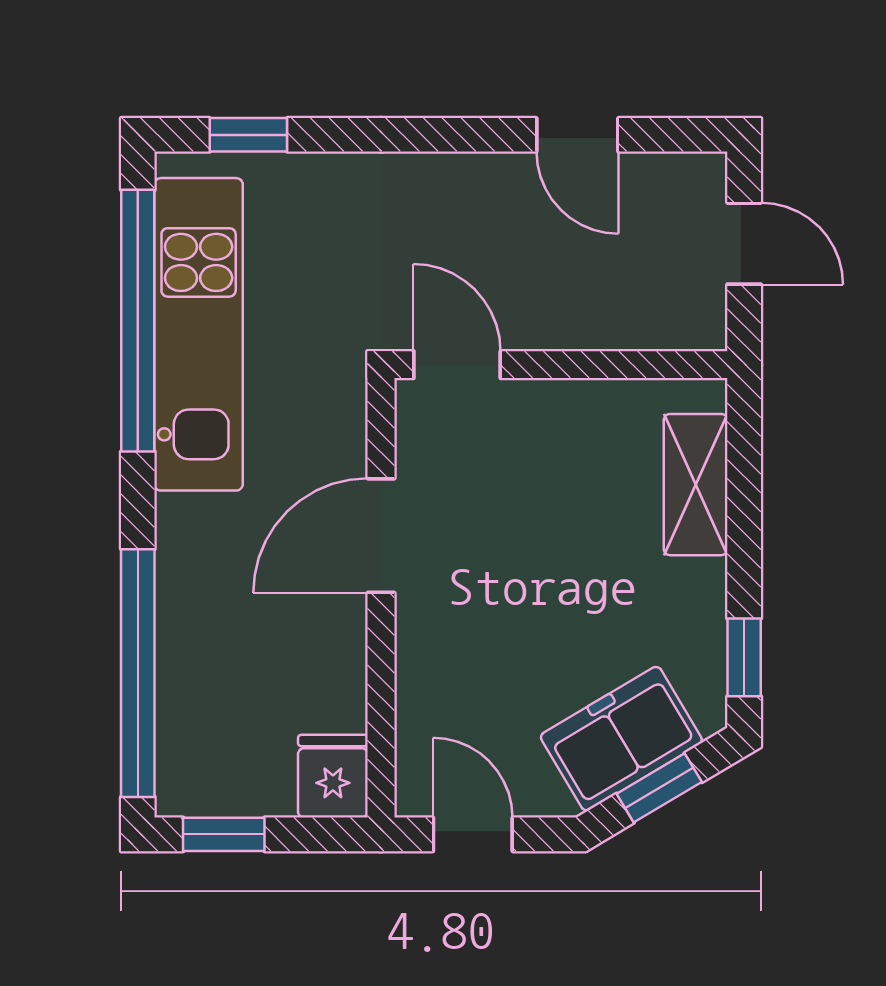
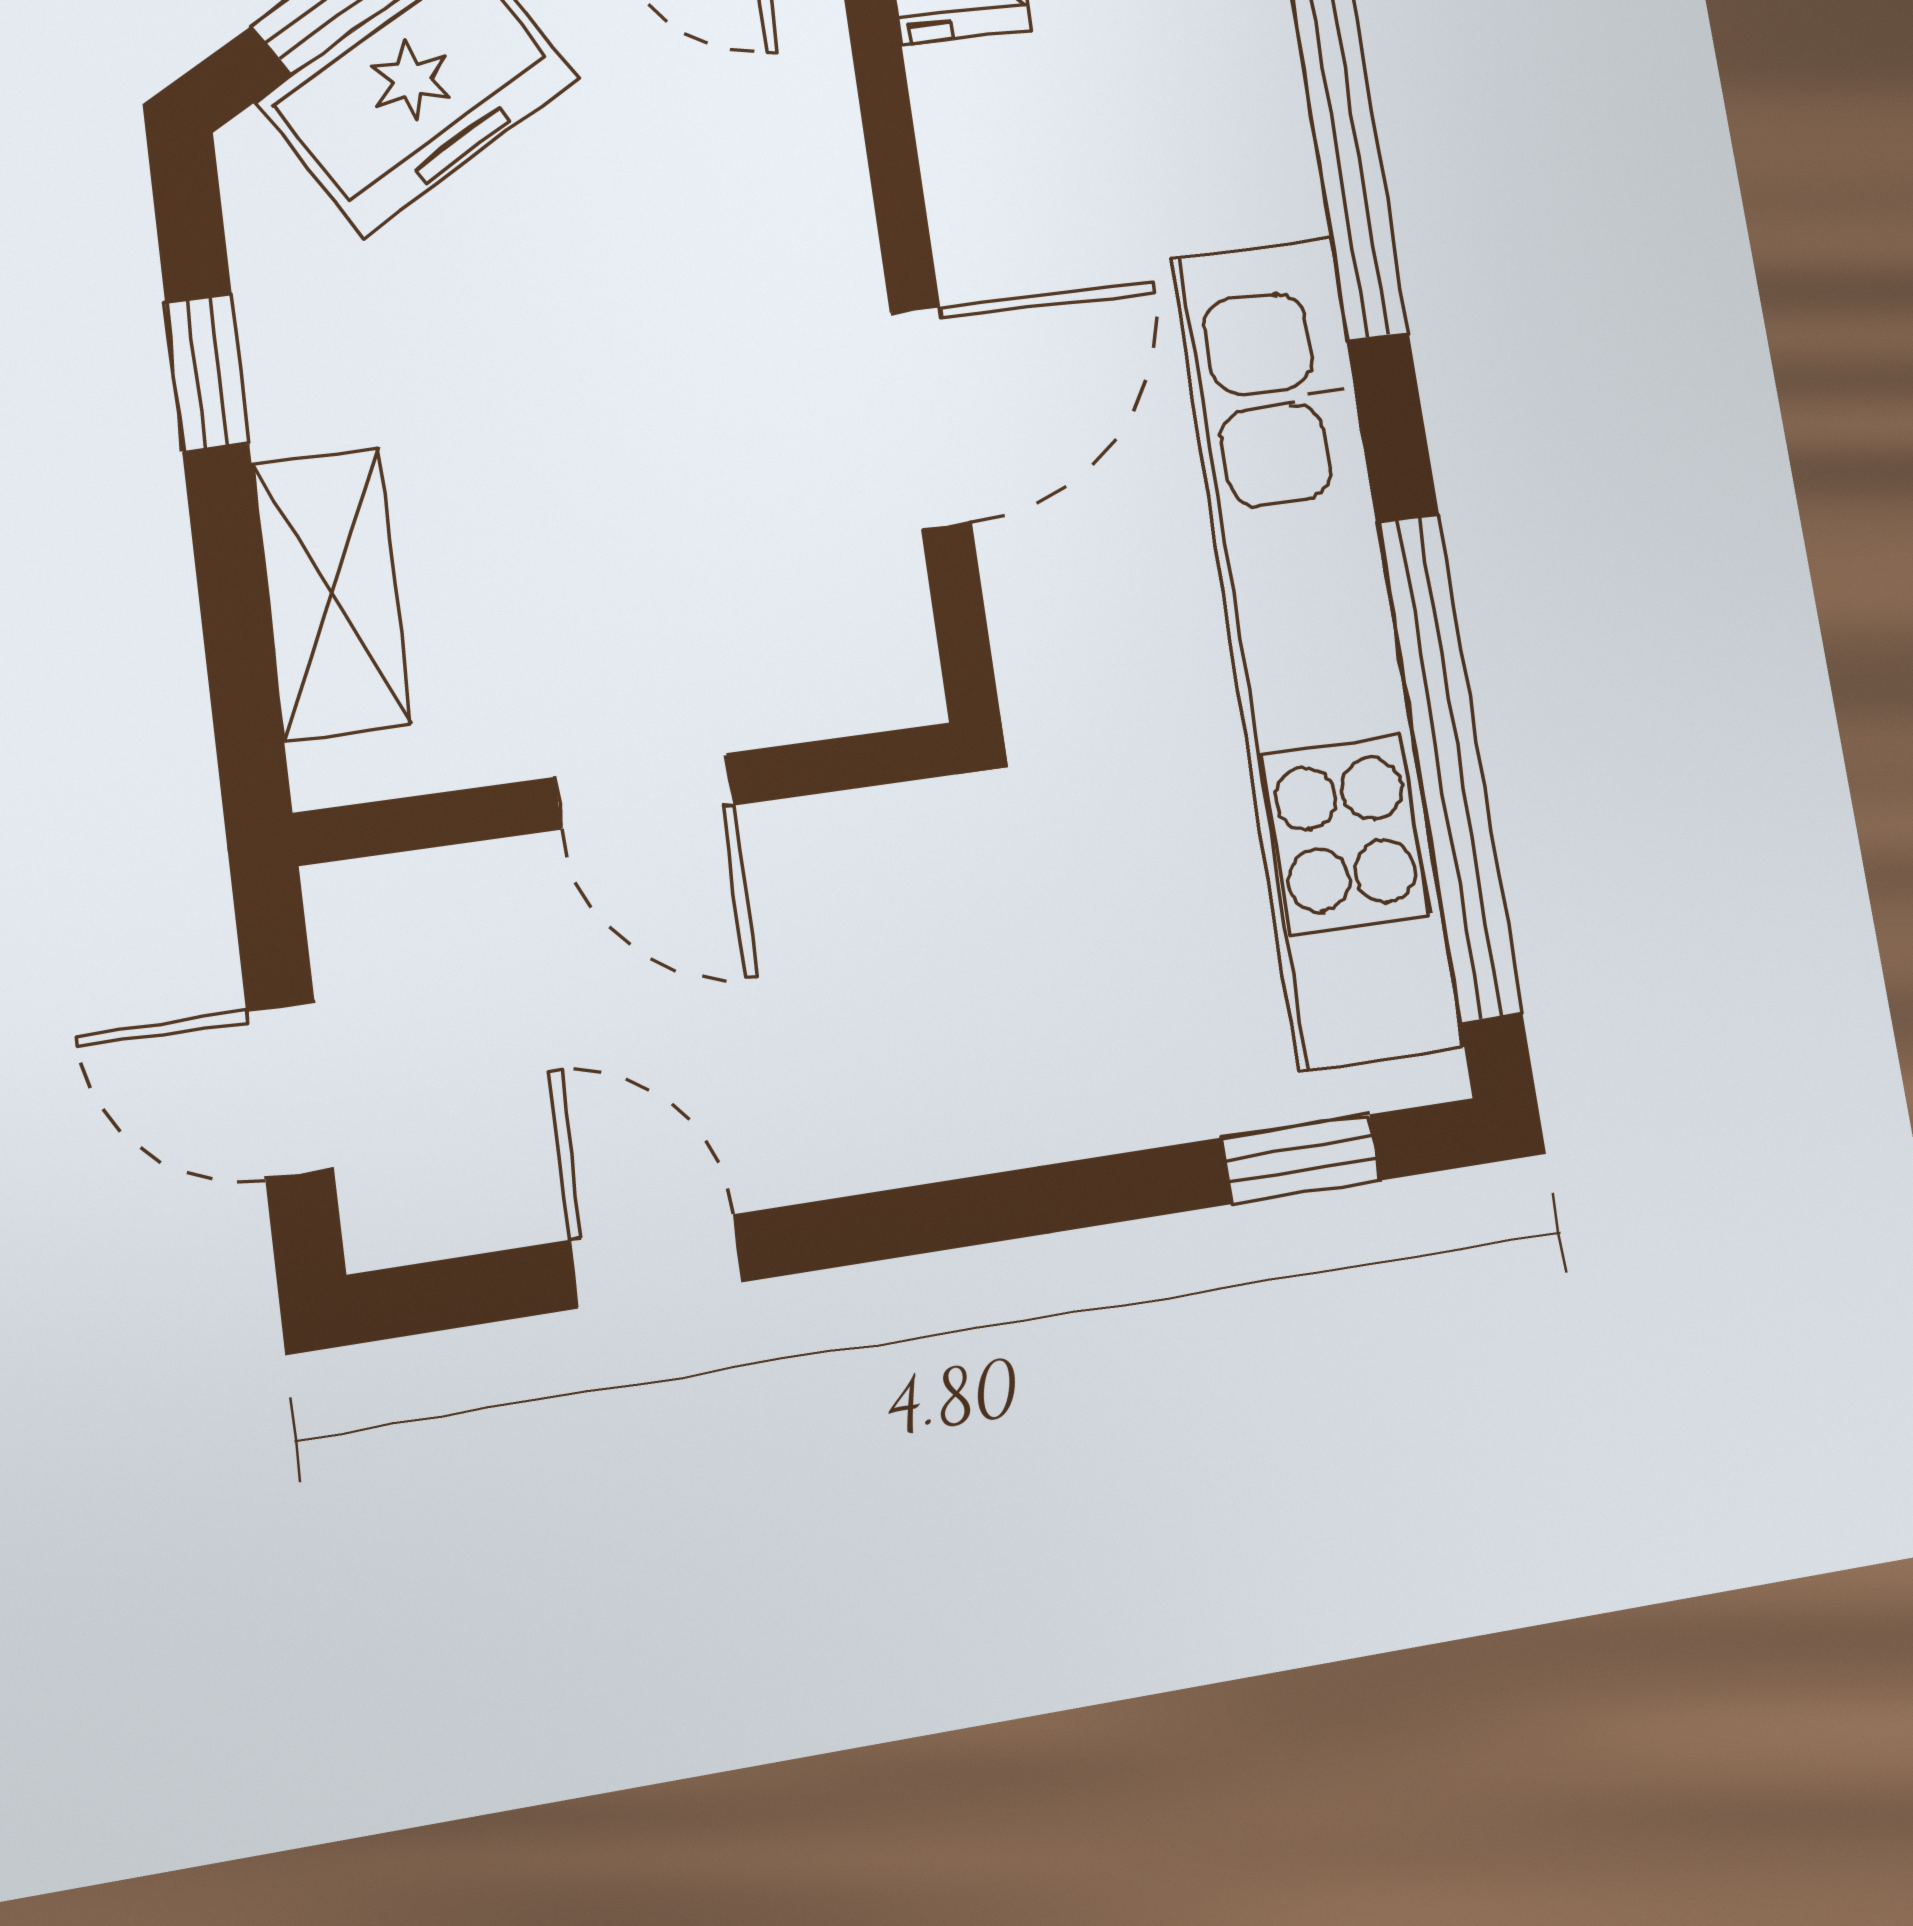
kitchen unit: (199, 334) -> (1315, 647), width x1.36
door: (457, 365) -> (644, 791), moved
window: (744, 657) -> (207, 373), moved

